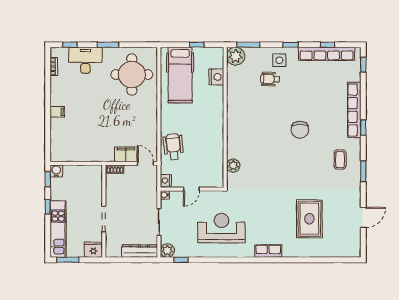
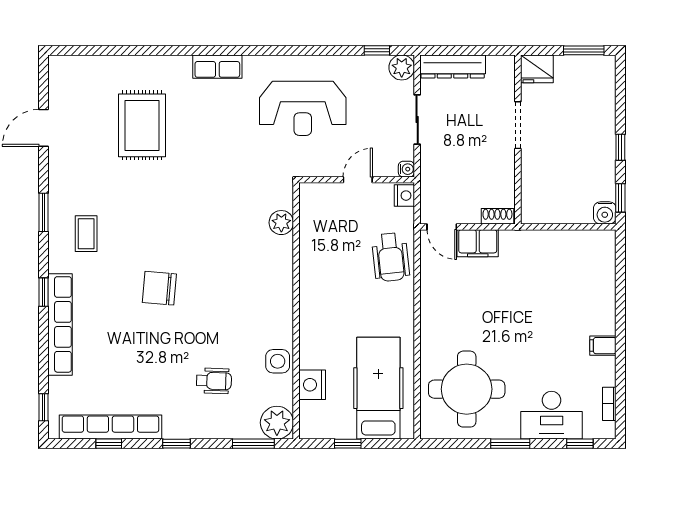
side table: (279, 60) -> (278, 361), moved
filing cabinet: (57, 112) -> (603, 346), moved
chair: (300, 130) -> (159, 288), turned -85
kitchen unit: (58, 229) -> (601, 107), removed

